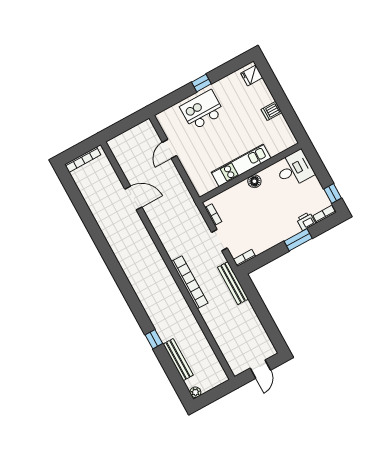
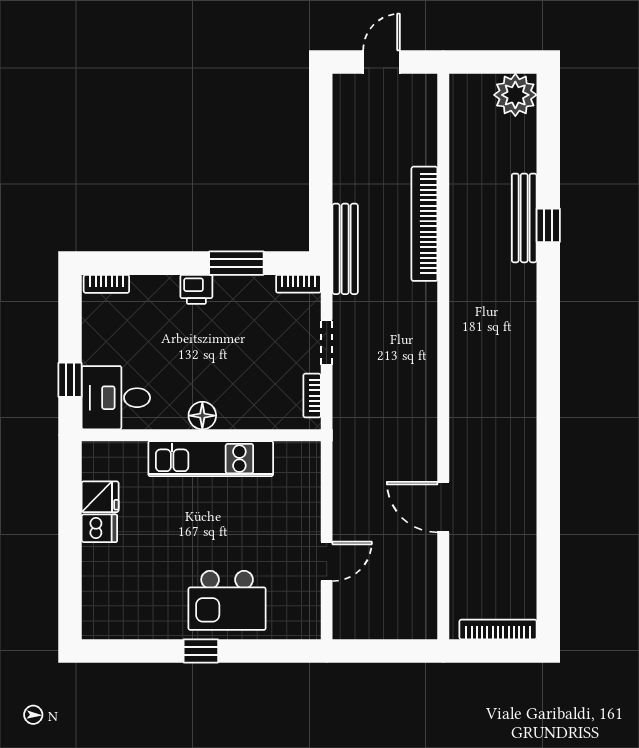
fridge: (252, 75) -> (100, 497), moved
window: (333, 193) -> (70, 380), moved
printer: (306, 221) -> (196, 289), moved
window: (298, 240) -> (236, 263), moved
bookcase: (190, 282) -> (424, 224), moved
bench: (178, 360) -> (524, 218), moved
plant: (195, 392) -> (515, 95), width x1.88, depth x1.88

